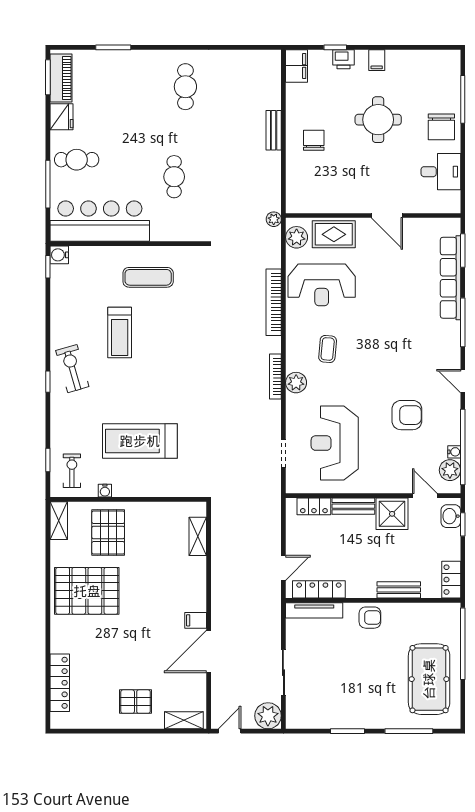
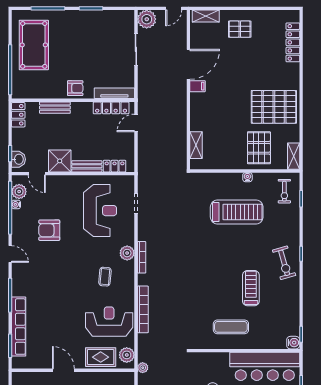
water cooler: (105, 491) -> (247, 177), moved
armchair: (370, 618) -> (75, 88), turned 180

